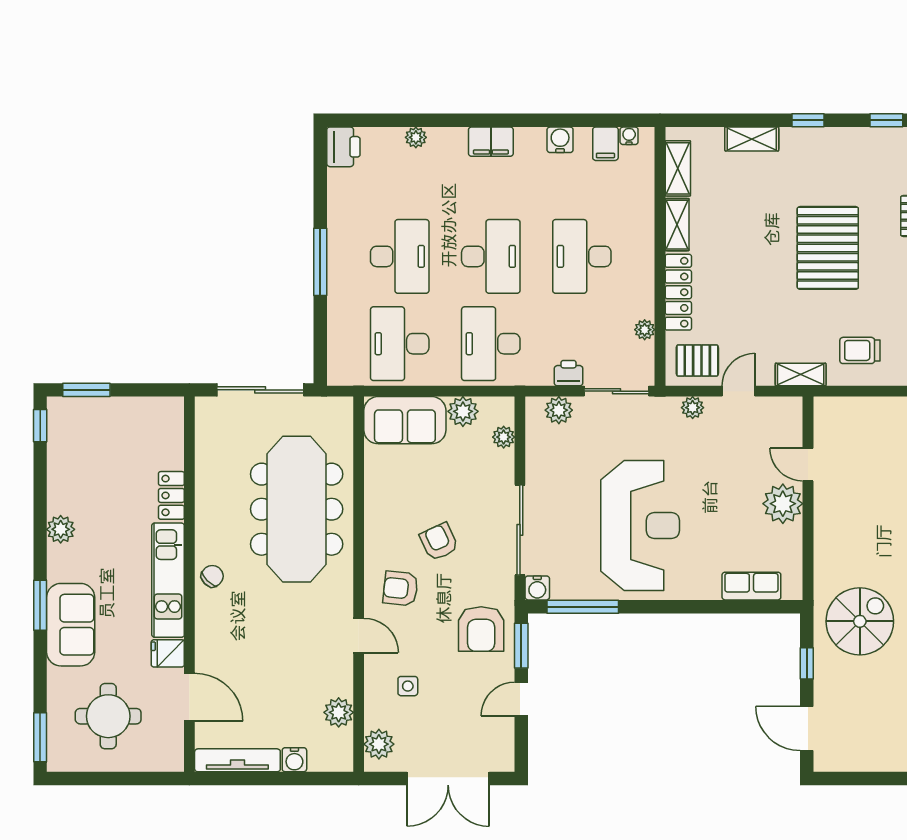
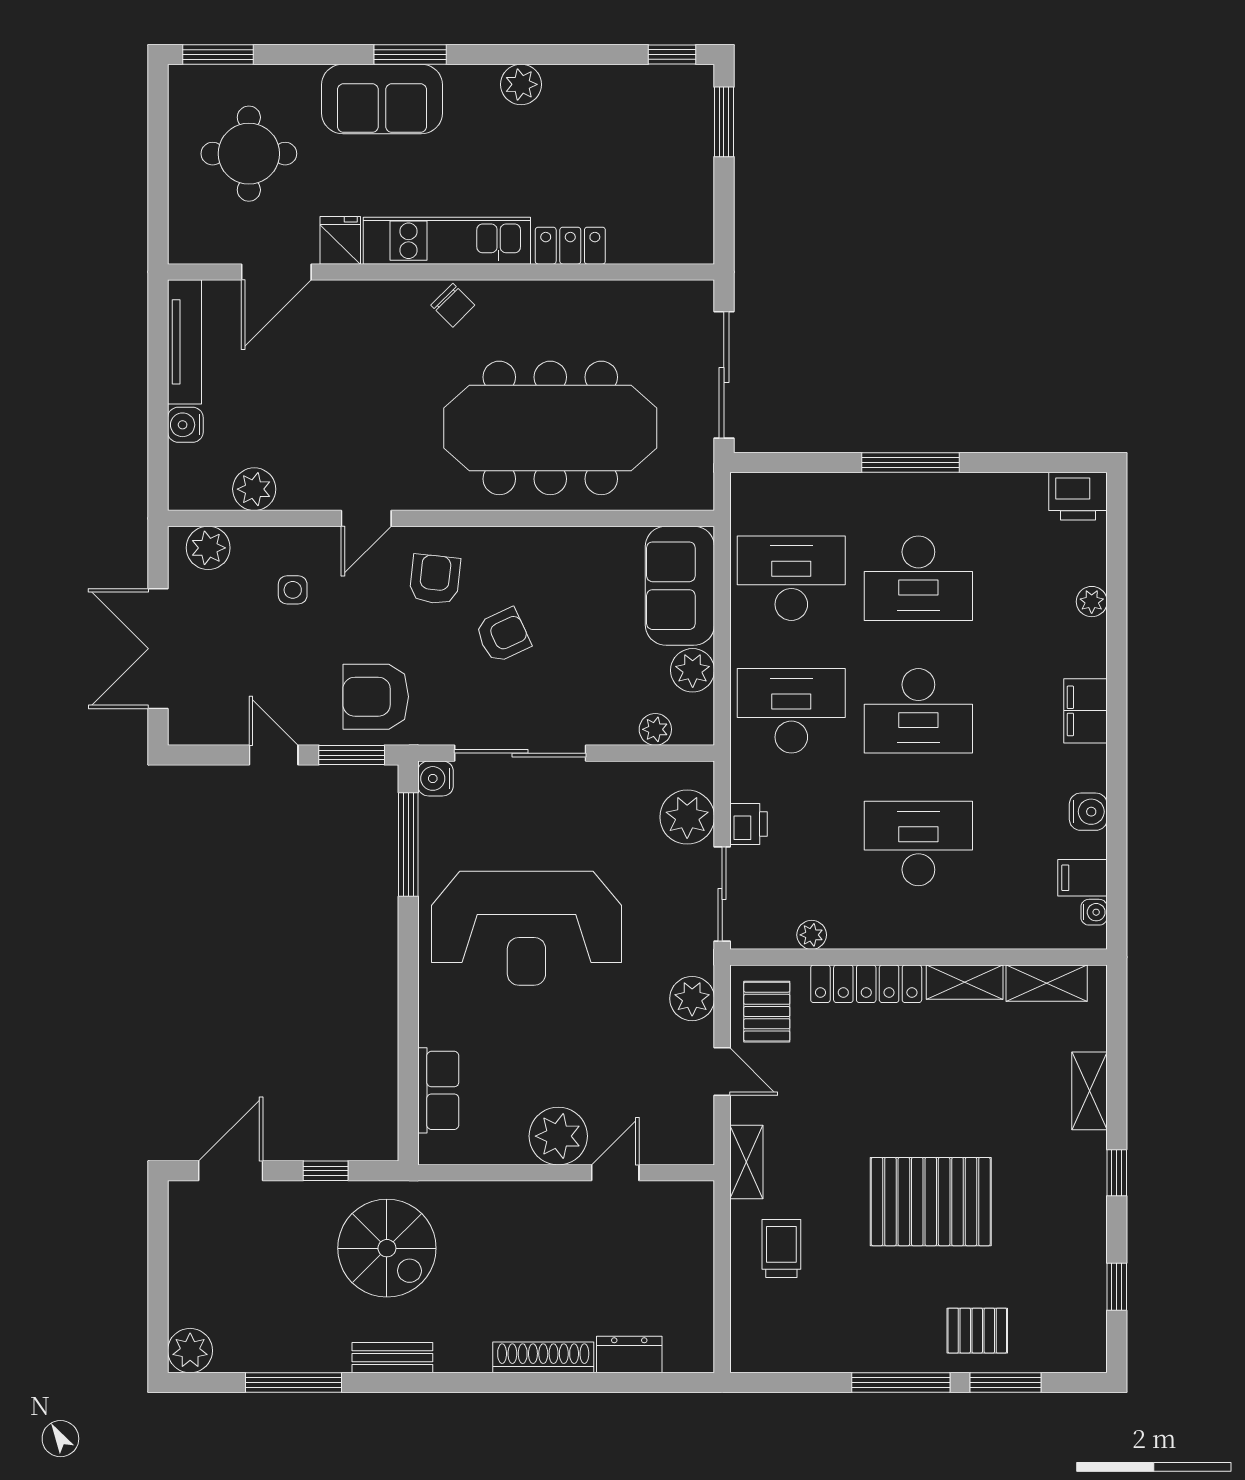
plant: (693, 408) -> (692, 999), width x1.38, depth x1.38
plant: (559, 410) -> (687, 817), width x1.36, depth x1.36

